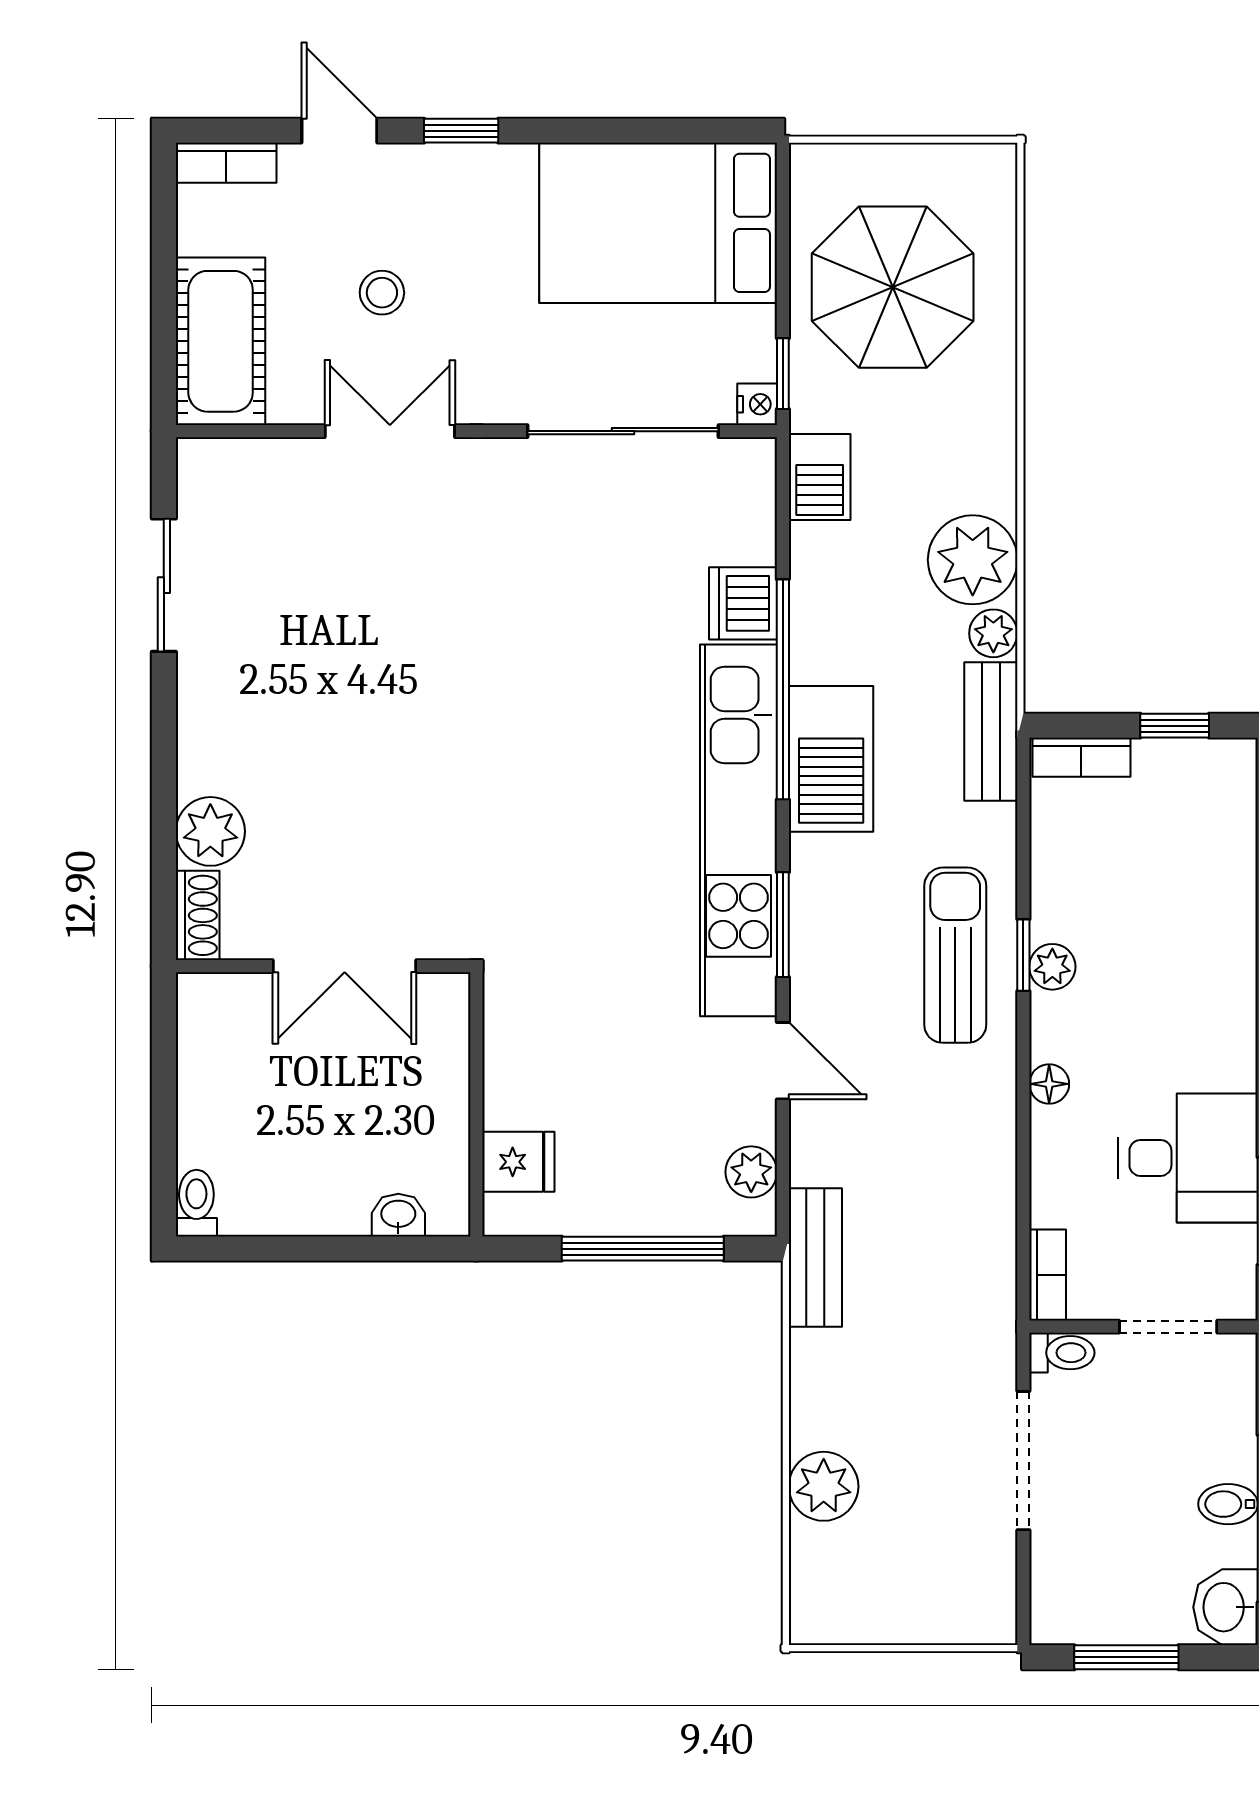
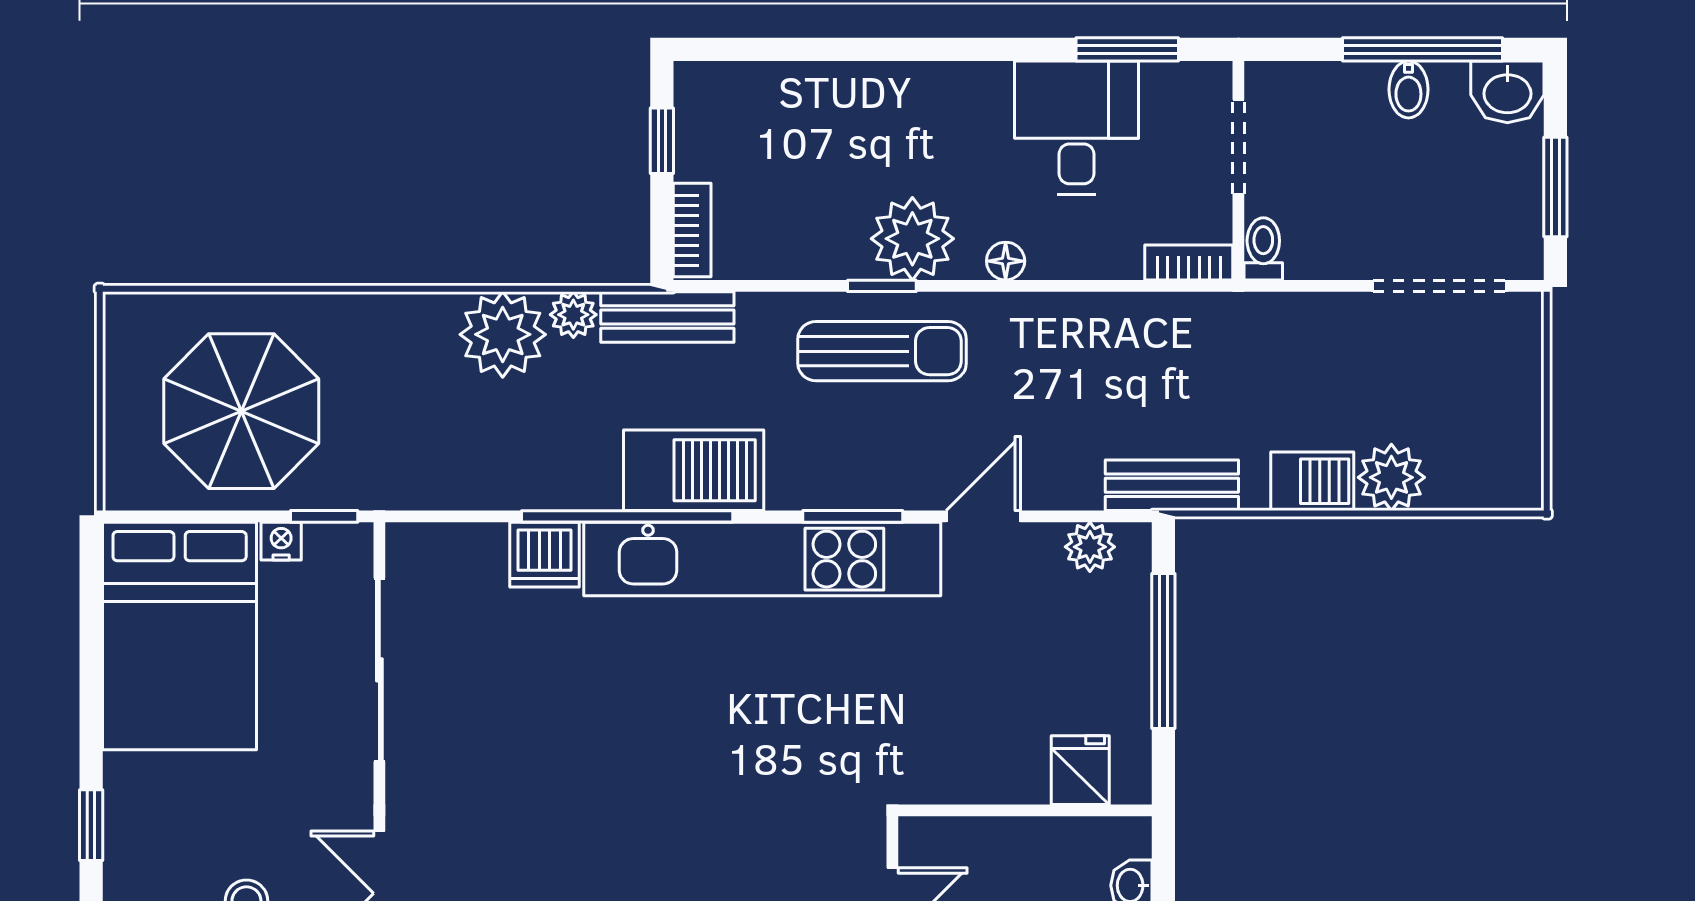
nightstand: (757, 404) -> (281, 541), moved
barbecue: (820, 477) -> (1312, 481), moved
sun lounger: (955, 955) -> (882, 351), turned 180
plant: (1052, 967) -> (912, 239), width x1.87, depth x1.87
doorway: (1023, 1461) -> (1439, 286), moved

